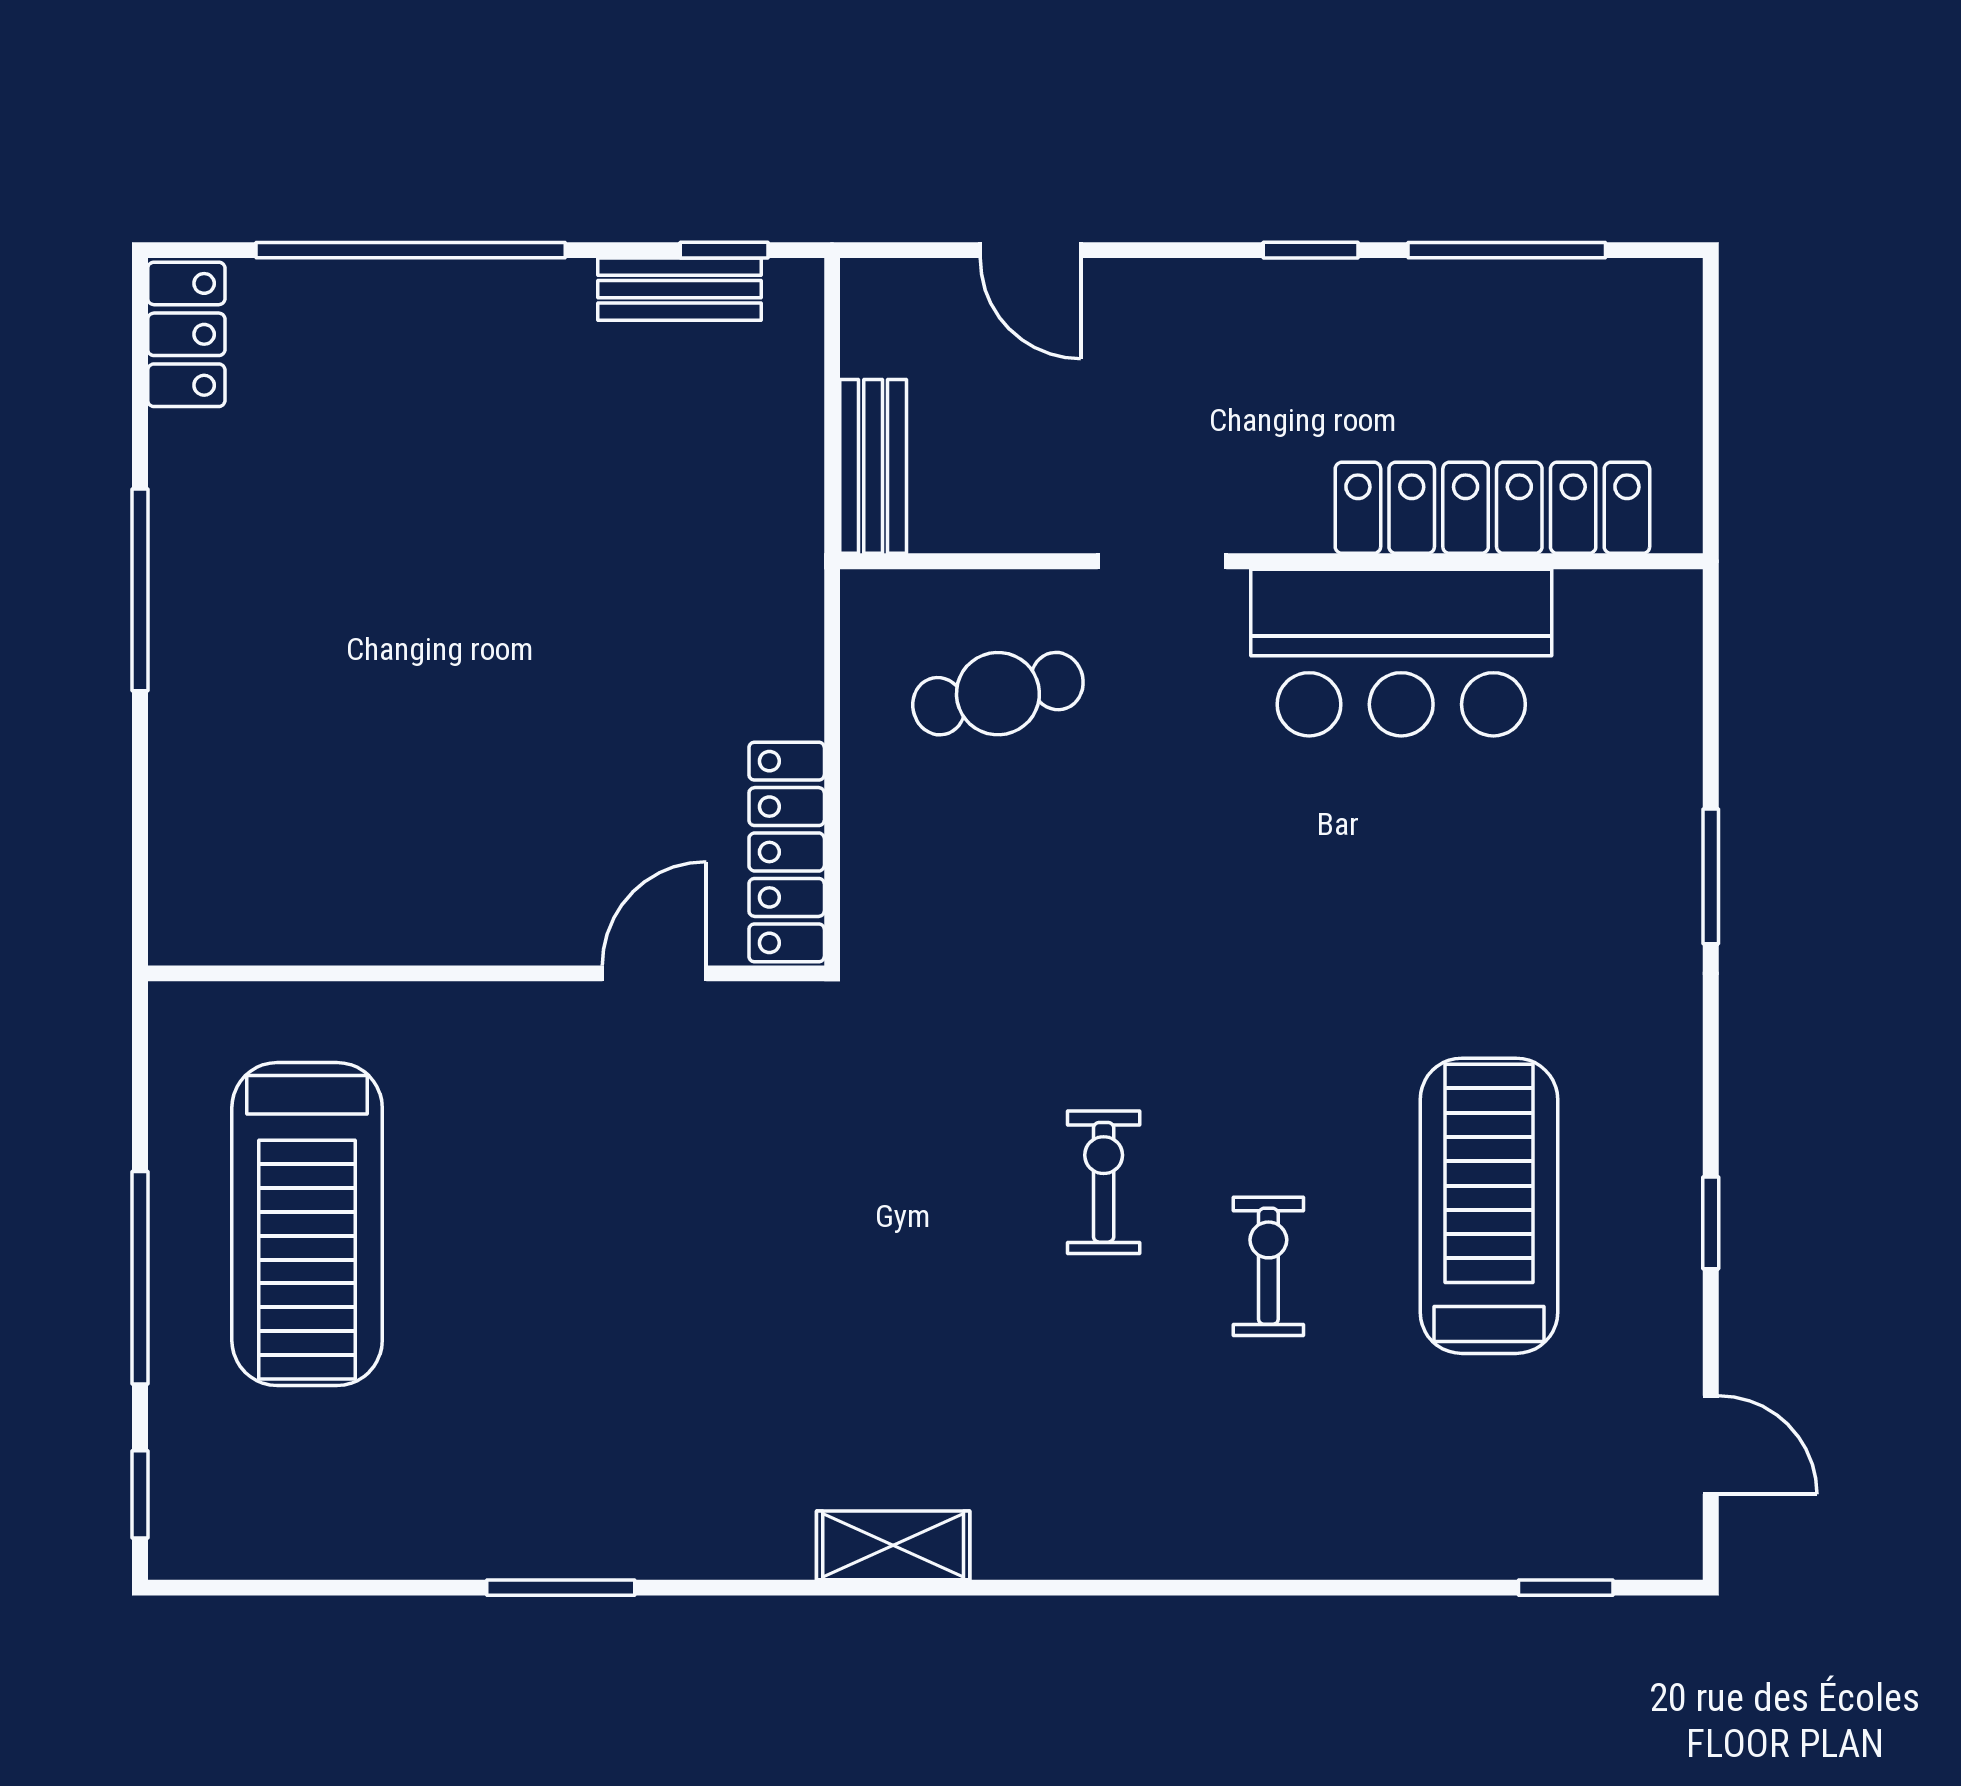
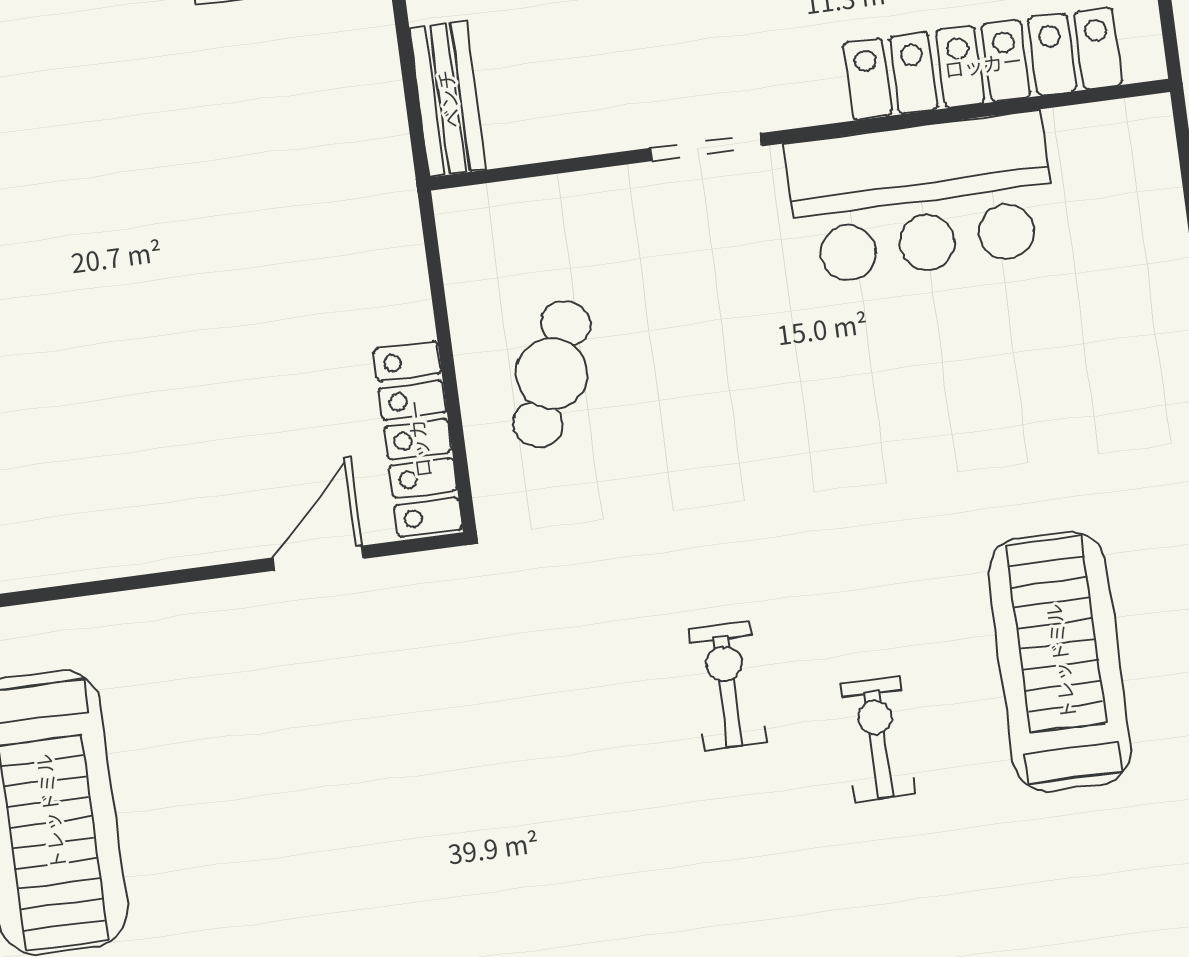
cafe table: (998, 694) -> (552, 374), moved, turned -55

